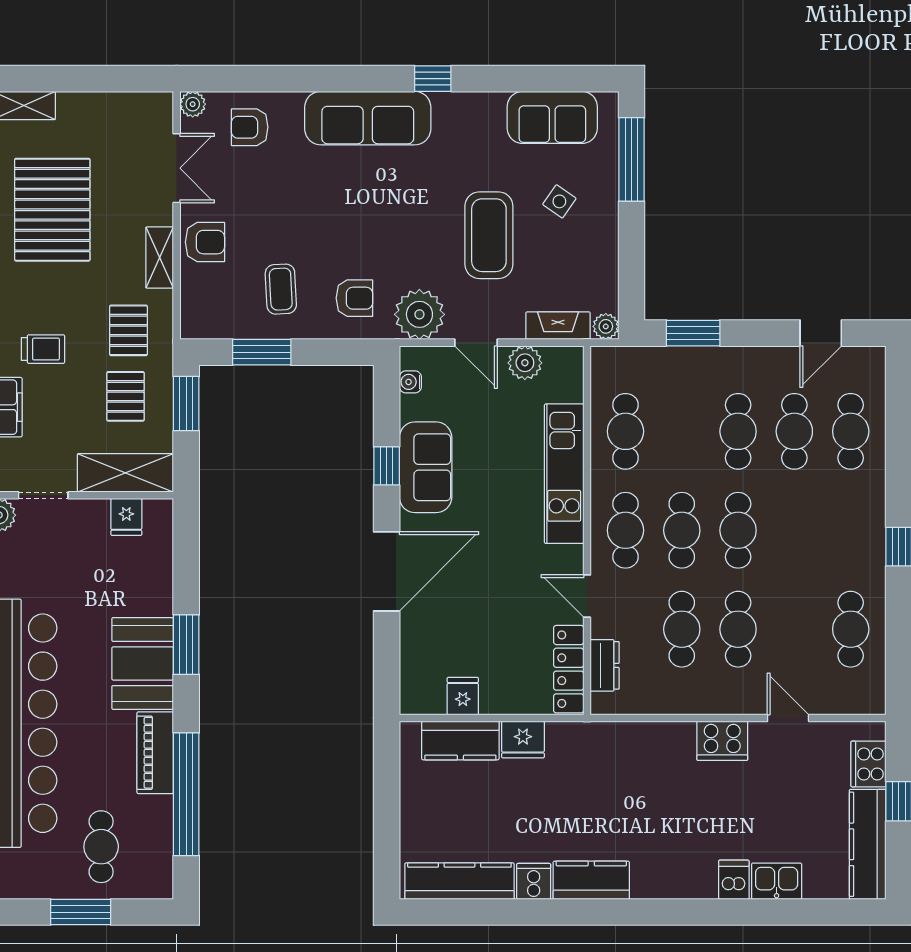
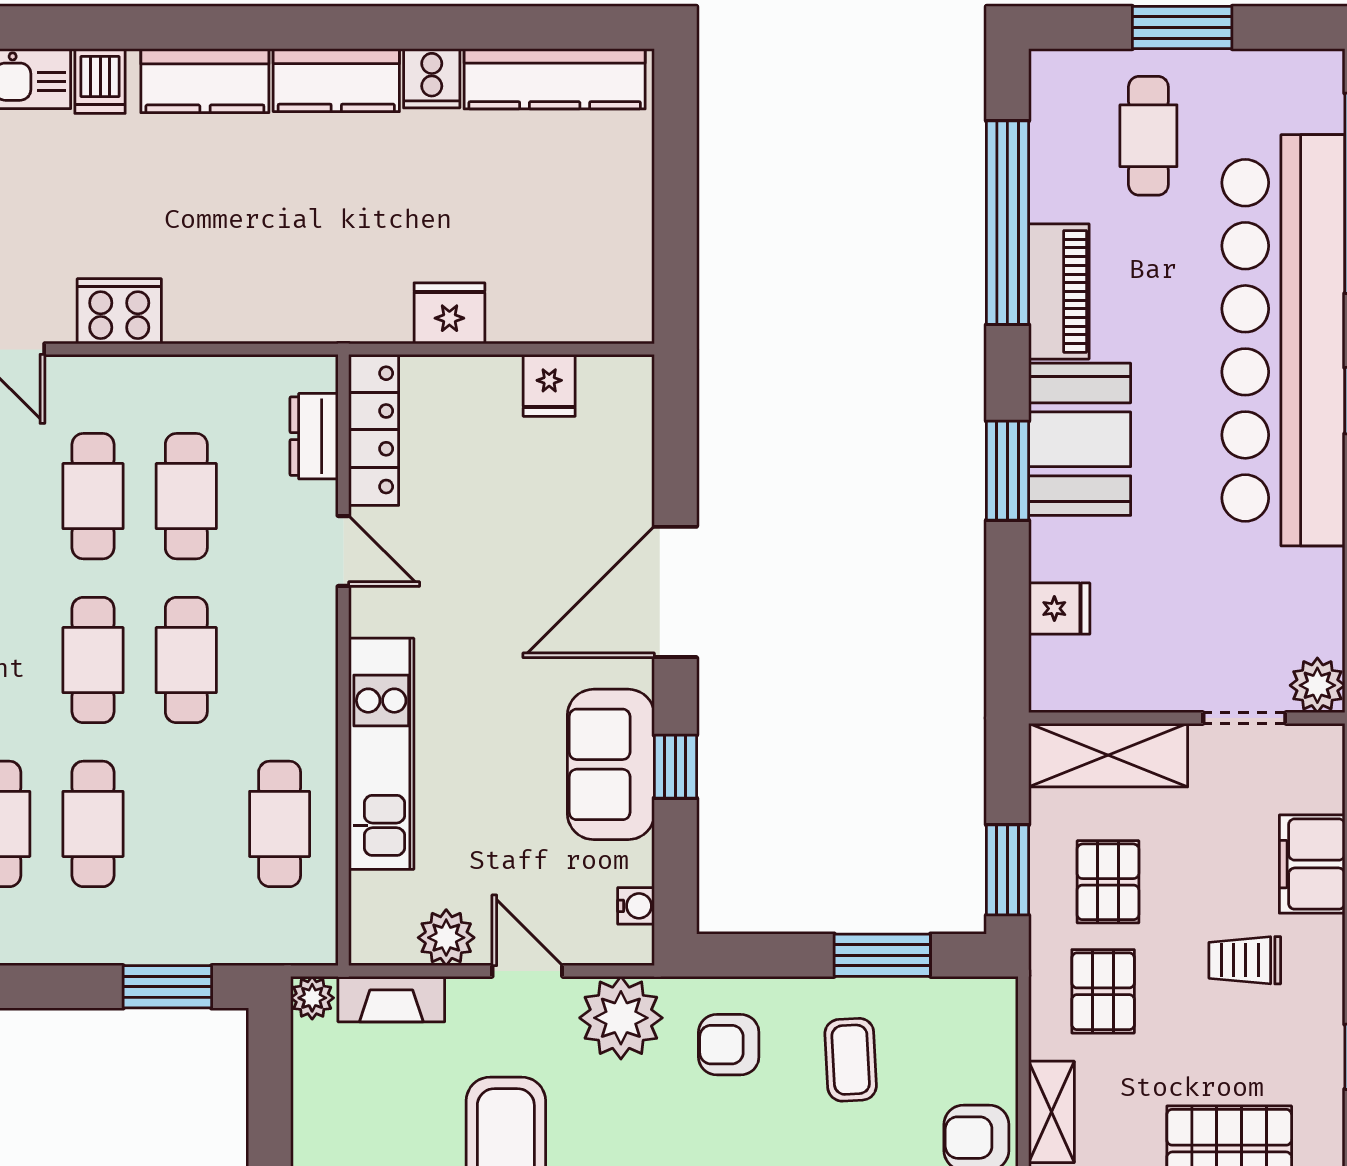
fridge: (126, 517) -> (1059, 609), moved, turned 90
cafe table: (625, 530) -> (280, 660), removed
kitchen counter: (460, 740) -> (205, 81), moved, turned 180

